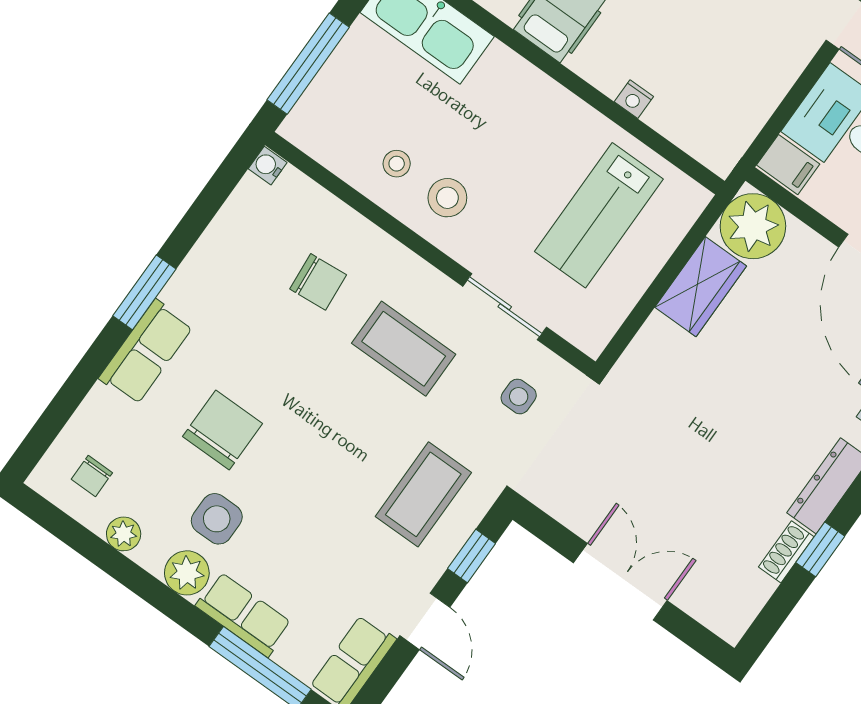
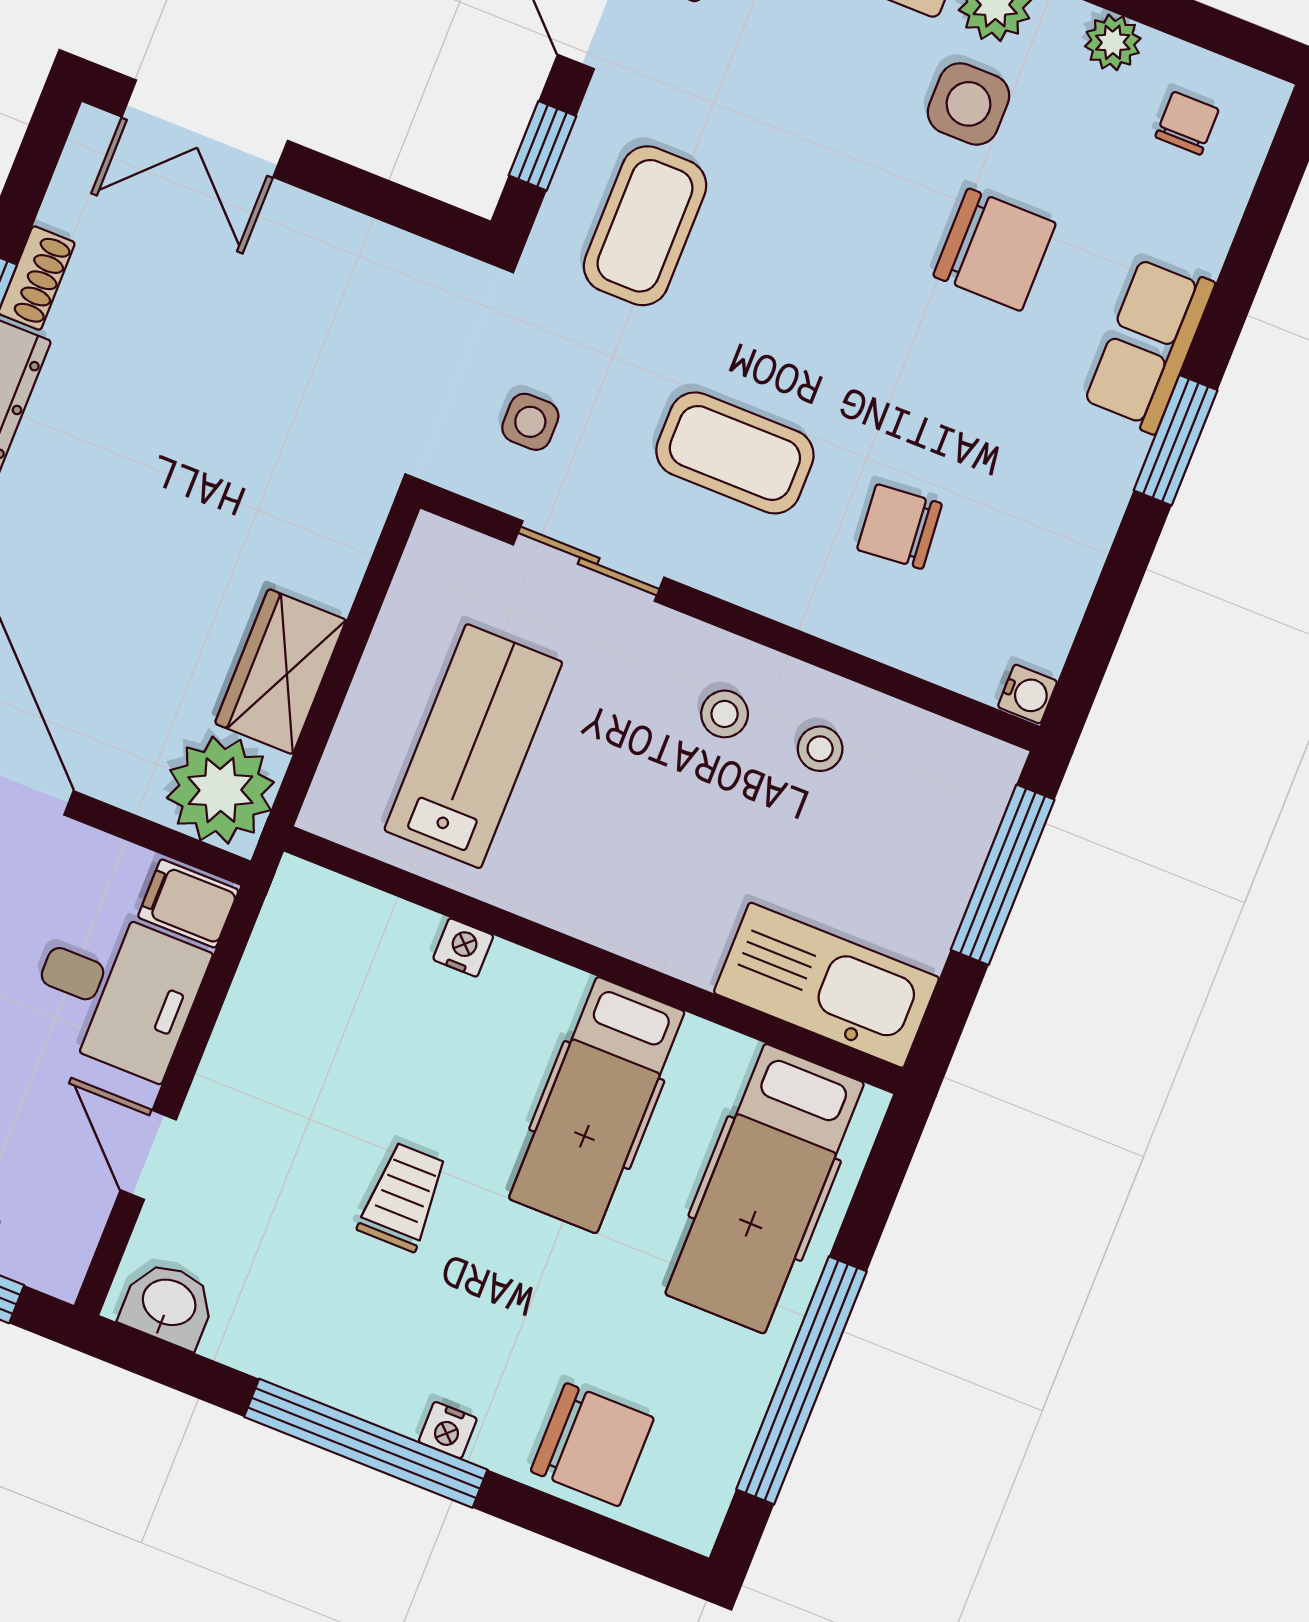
stool: (447, 198) -> (725, 714), width x0.73, depth x0.73
chair: (223, 430) -> (995, 250), turned -90
double door: (620, 582) -> (205, 129), moved

